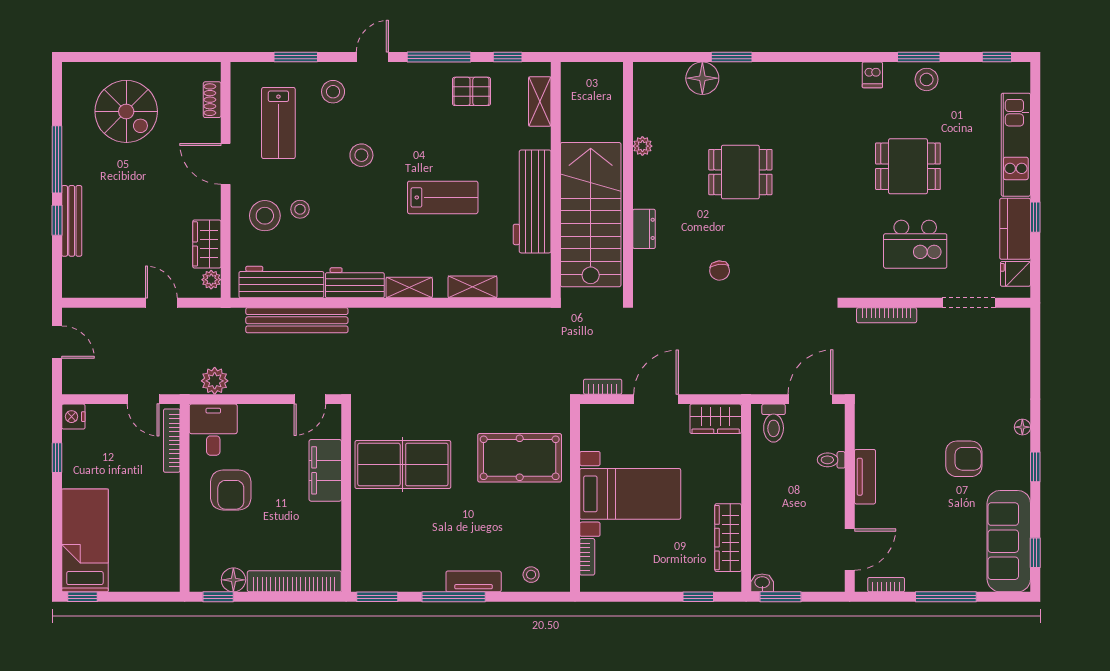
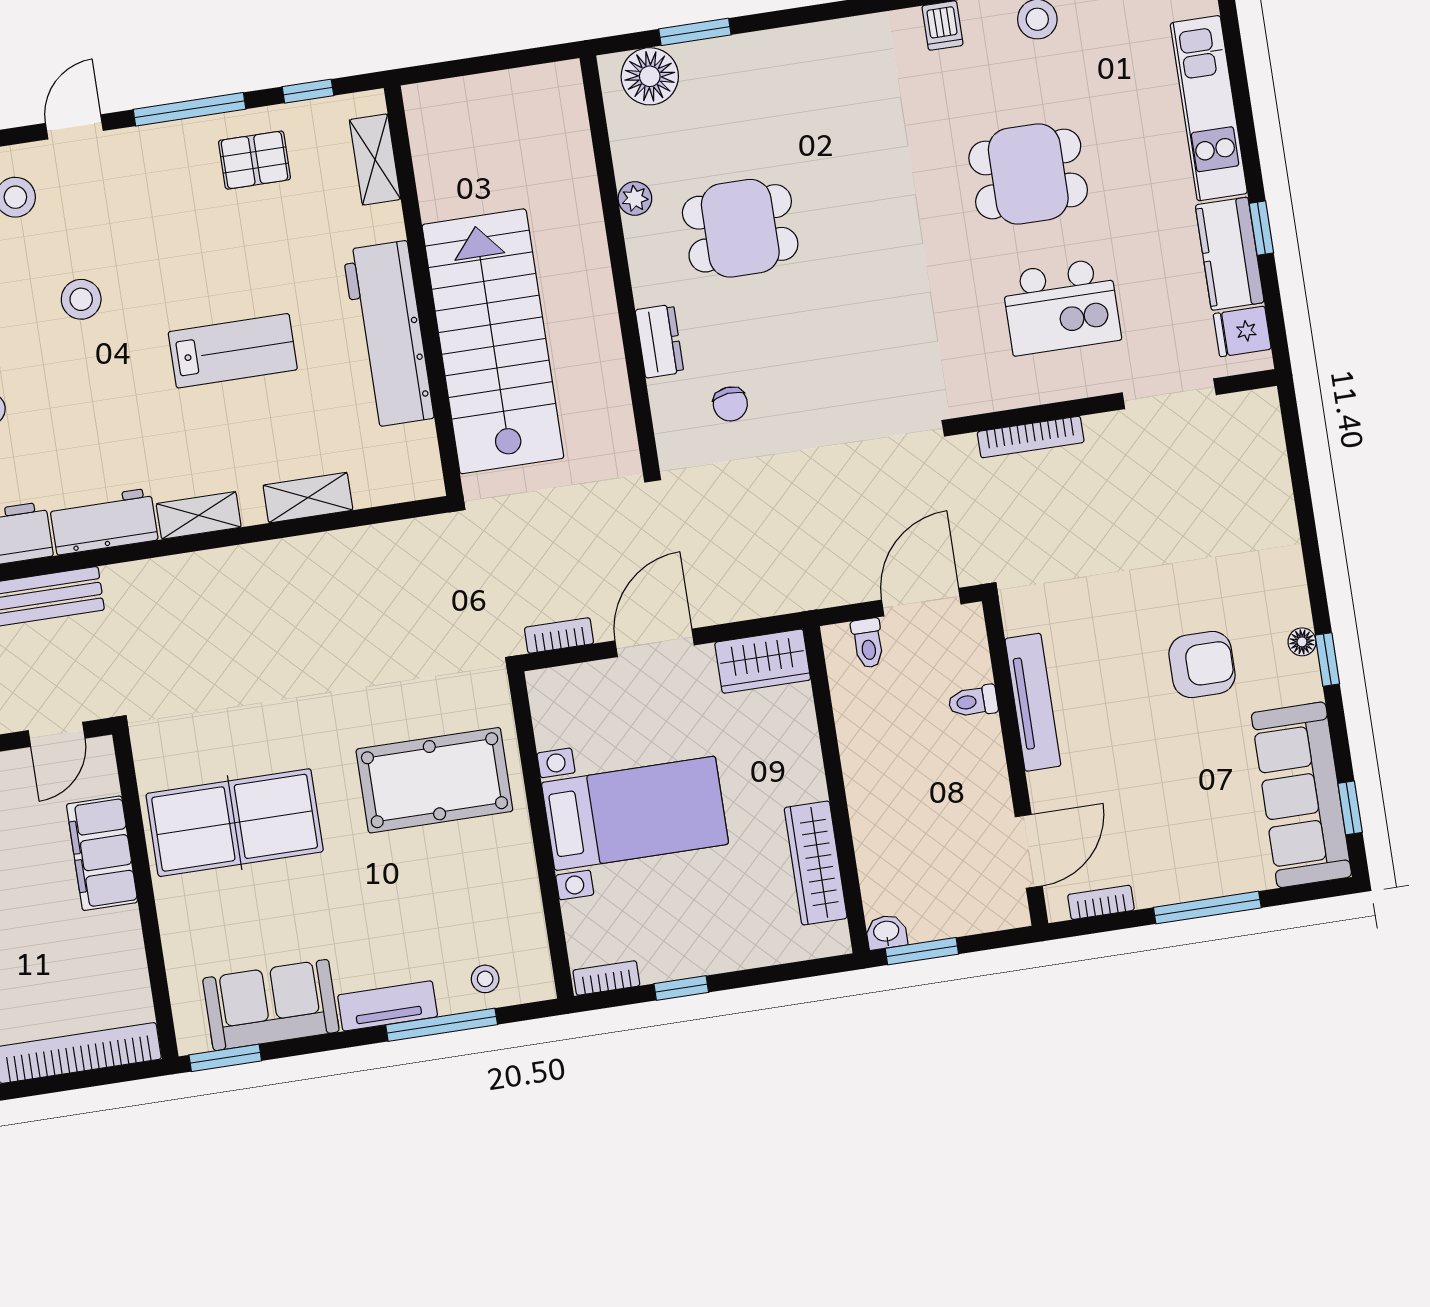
plant: (642, 146) -> (635, 198), moved
wall: (628, 180) -> (619, 261), moved
dresser: (644, 229) -> (659, 341), moved
toilet: (774, 423) -> (868, 643), width x0.73, depth x0.72
floor lamp: (1022, 427) -> (1302, 642), moved
tv unit: (865, 477) -> (1033, 702), width x1.41
bookcase: (587, 557) -> (606, 978), moved, turned -90
sofa: (408, 571) -> (271, 1005), added
window: (454, 597) -> (442, 1025), moved
window: (698, 597) -> (681, 988), moved

